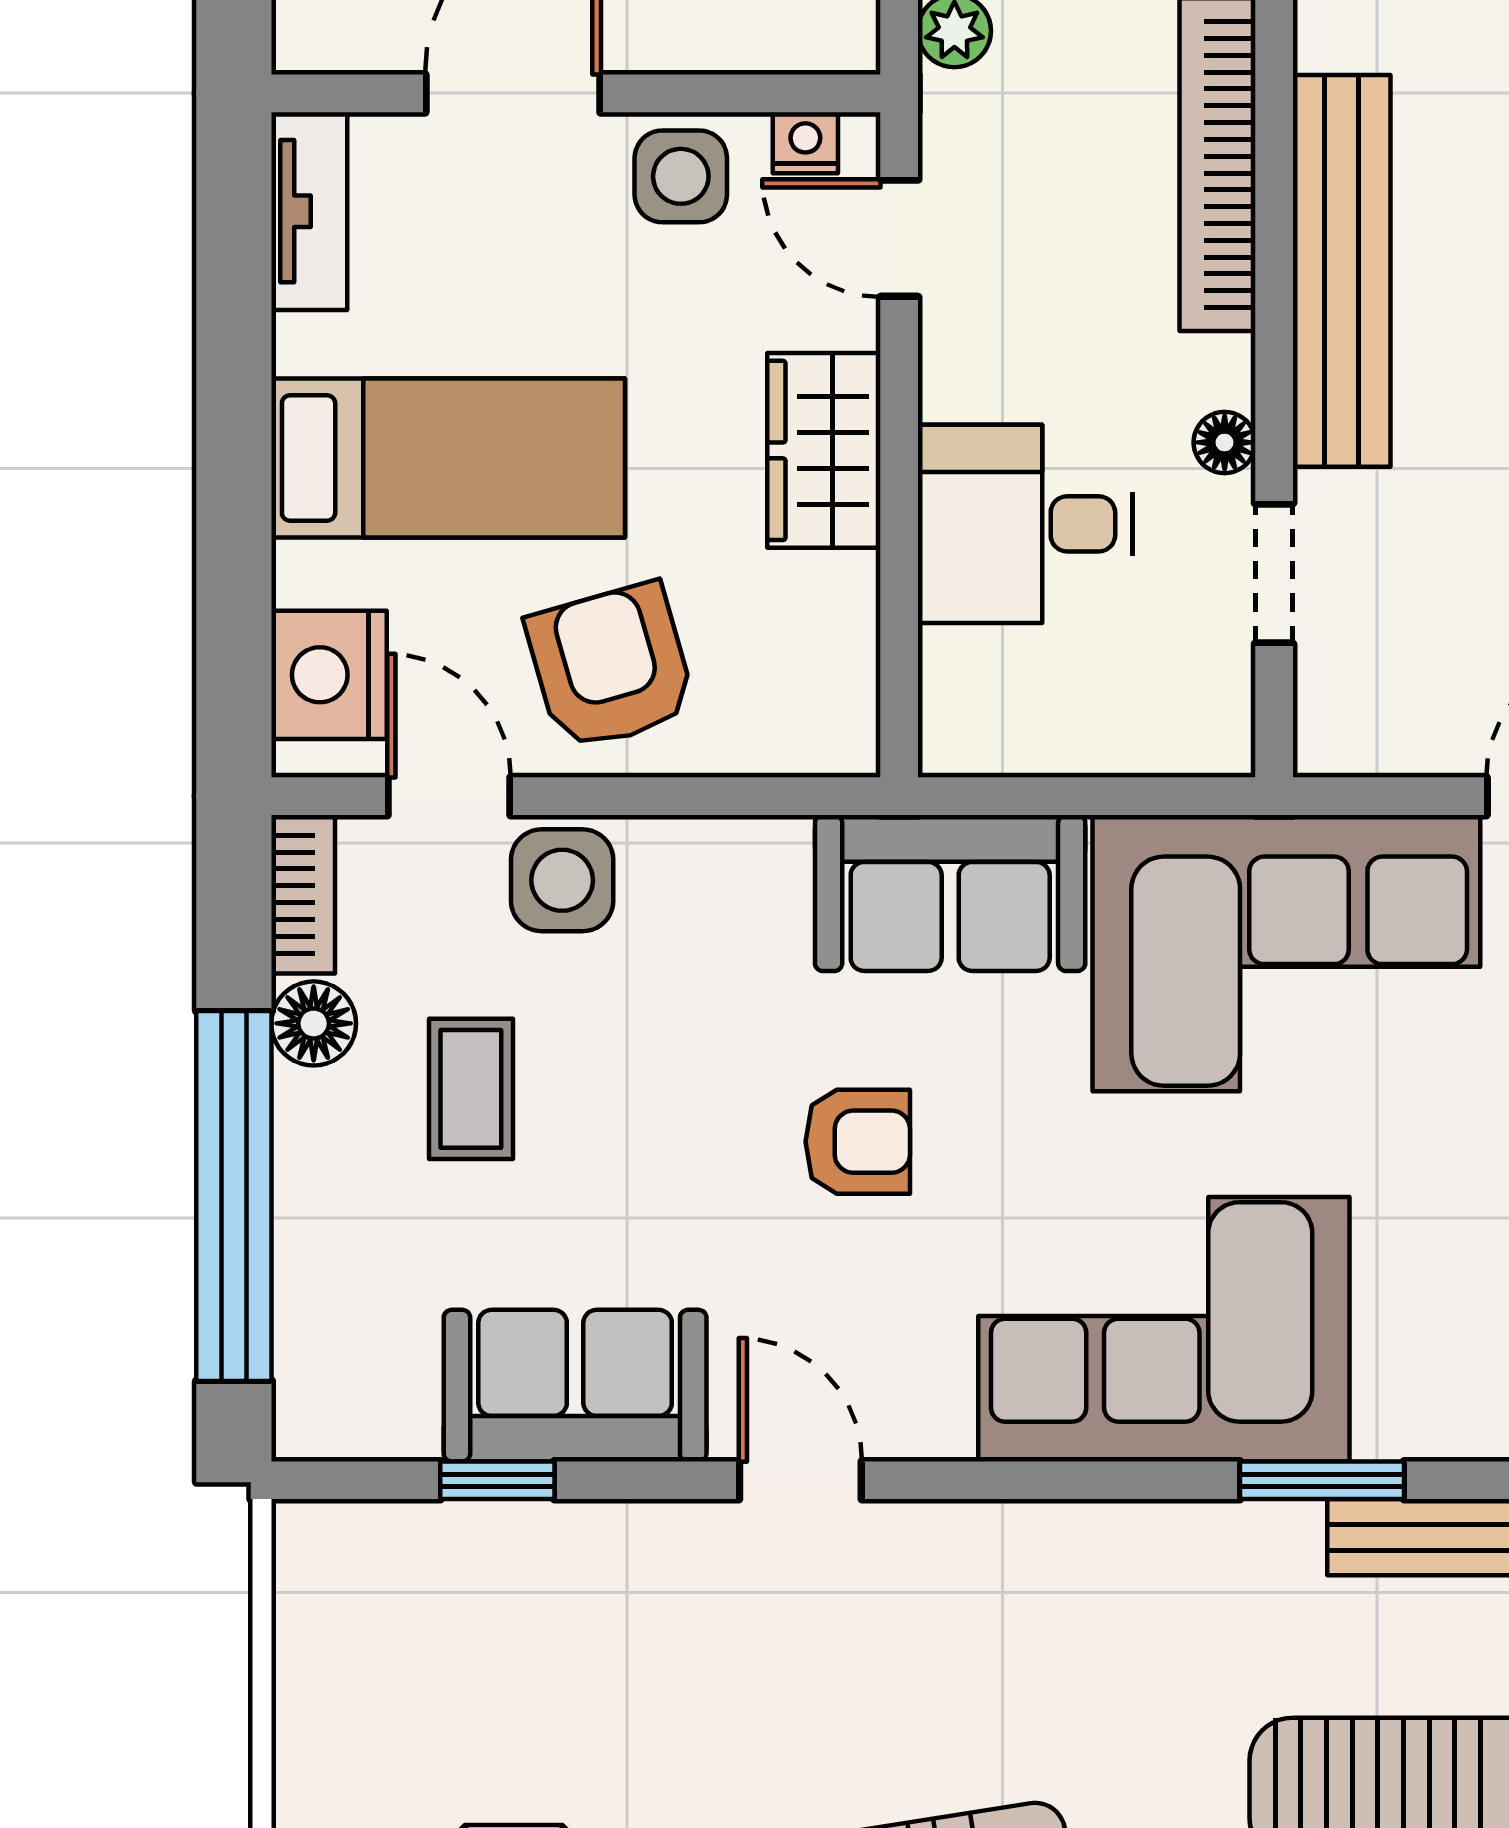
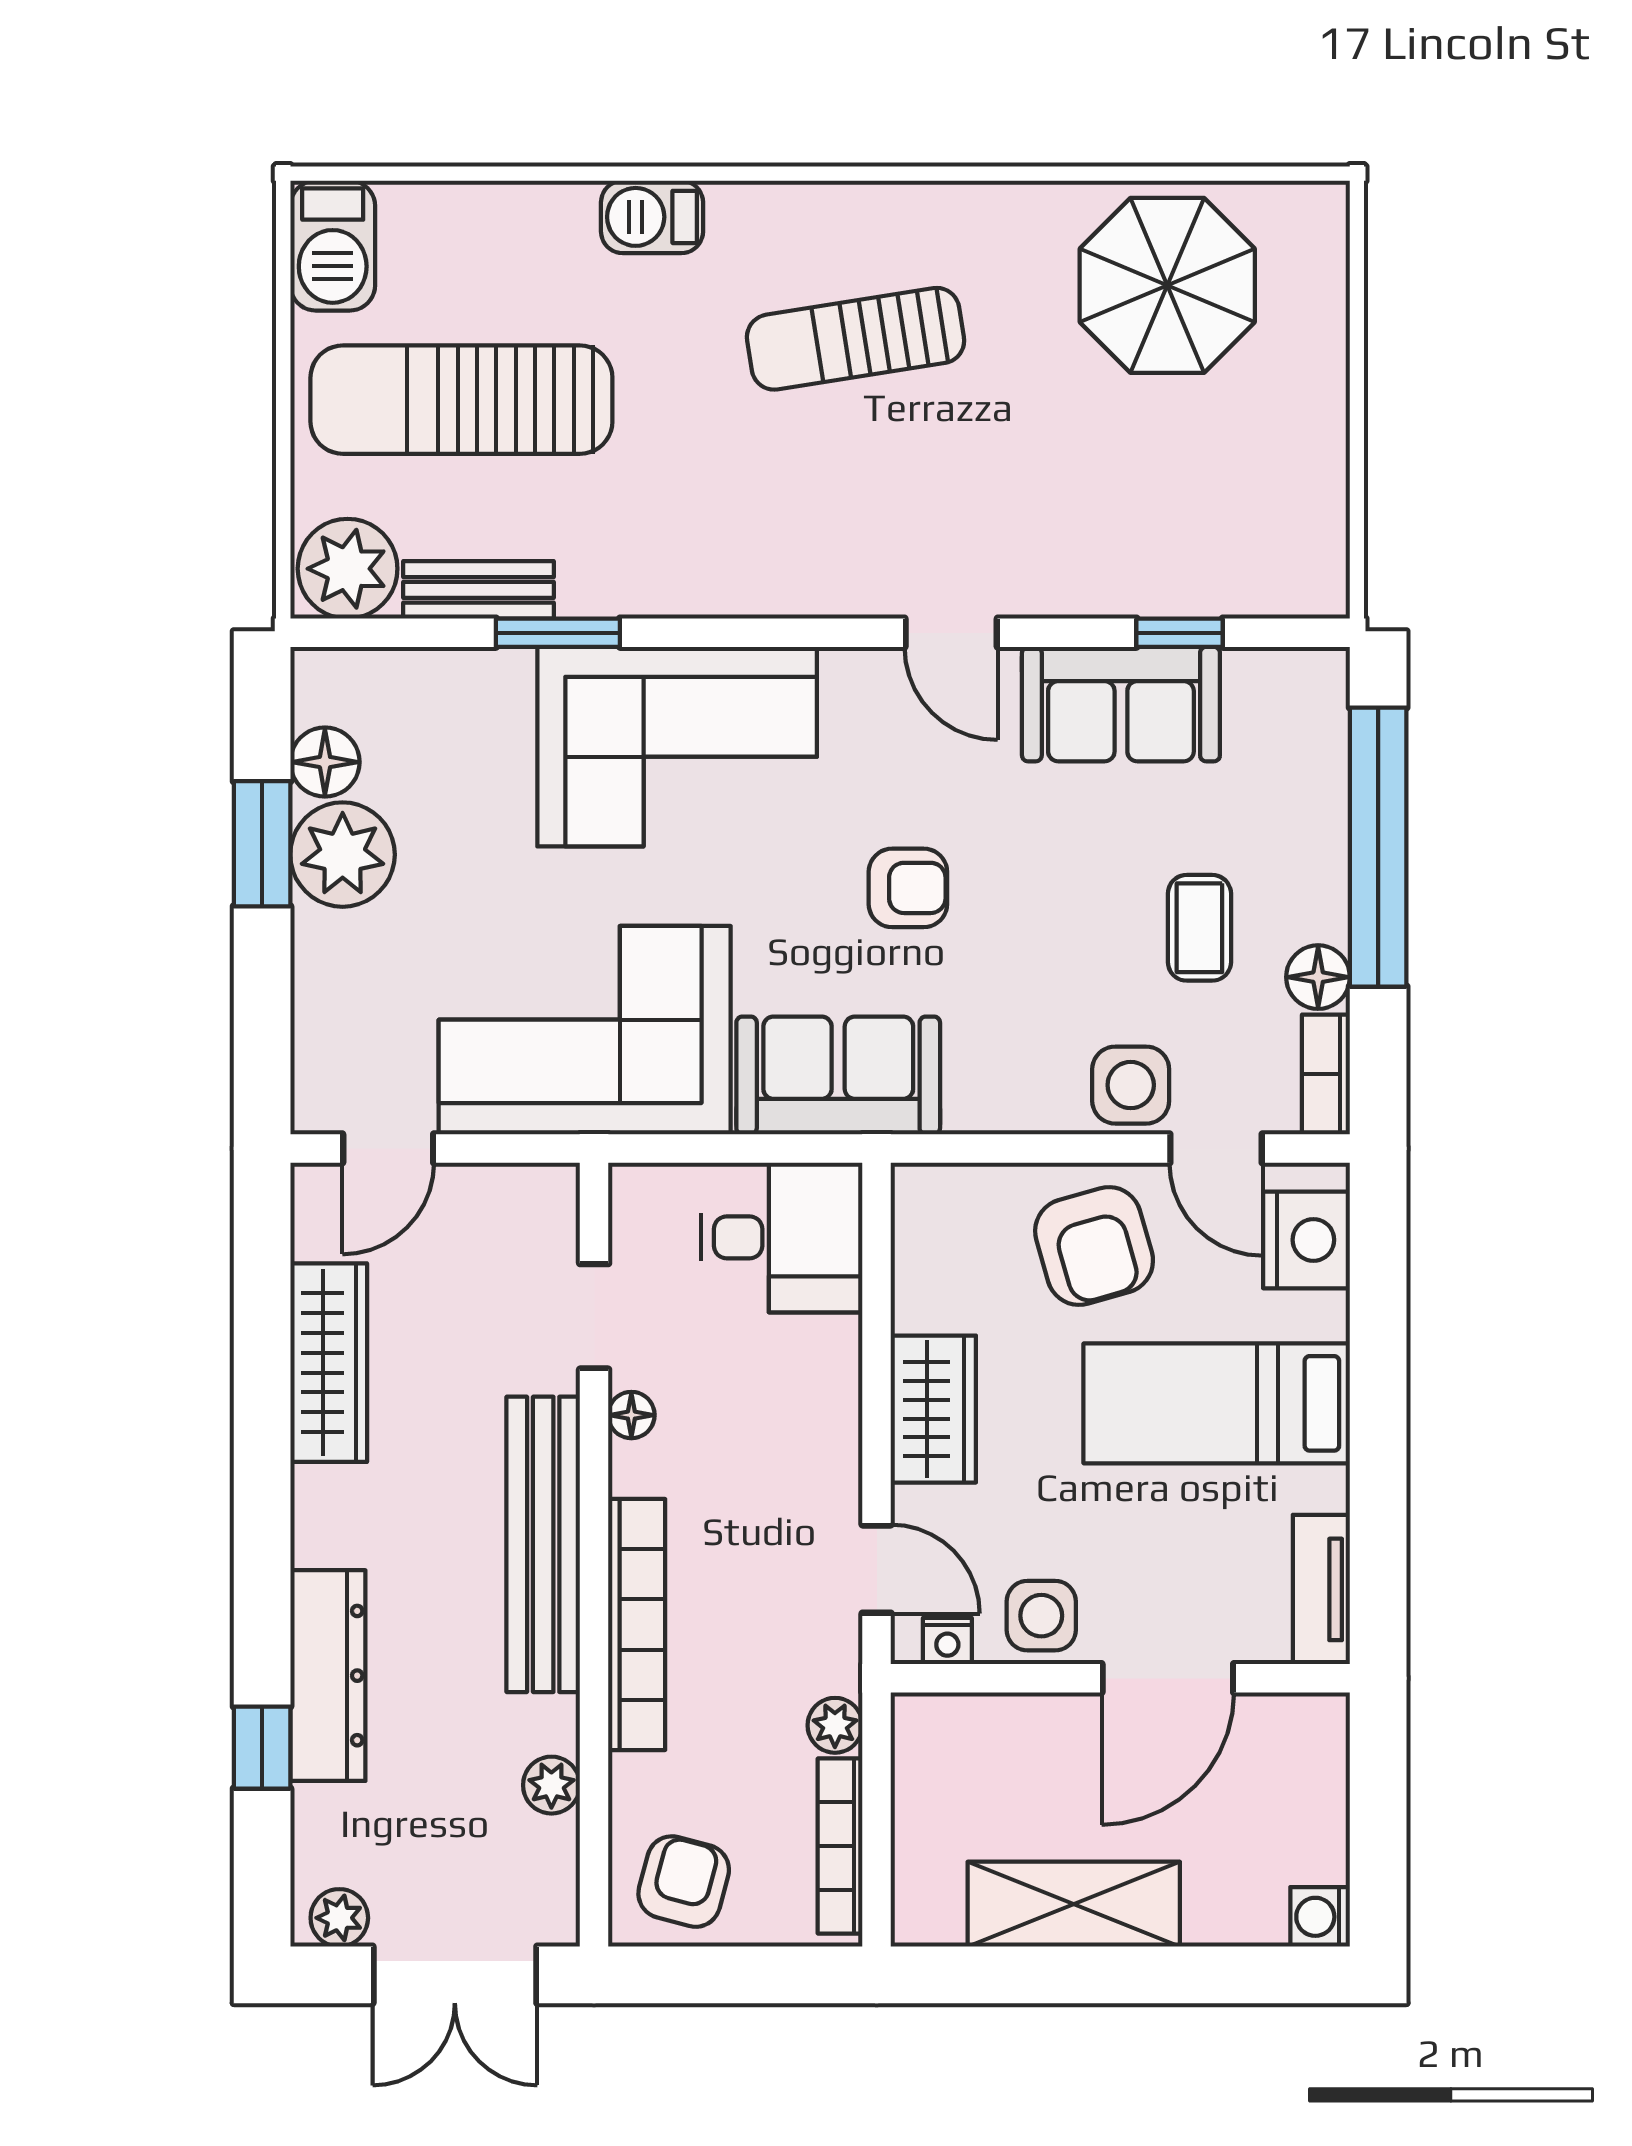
desk: (1025, 524) -> (782, 1237), moved
armchair: (858, 1142) -> (908, 888), turned 180

